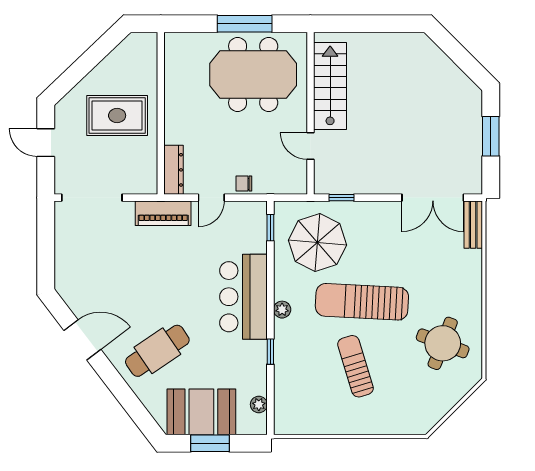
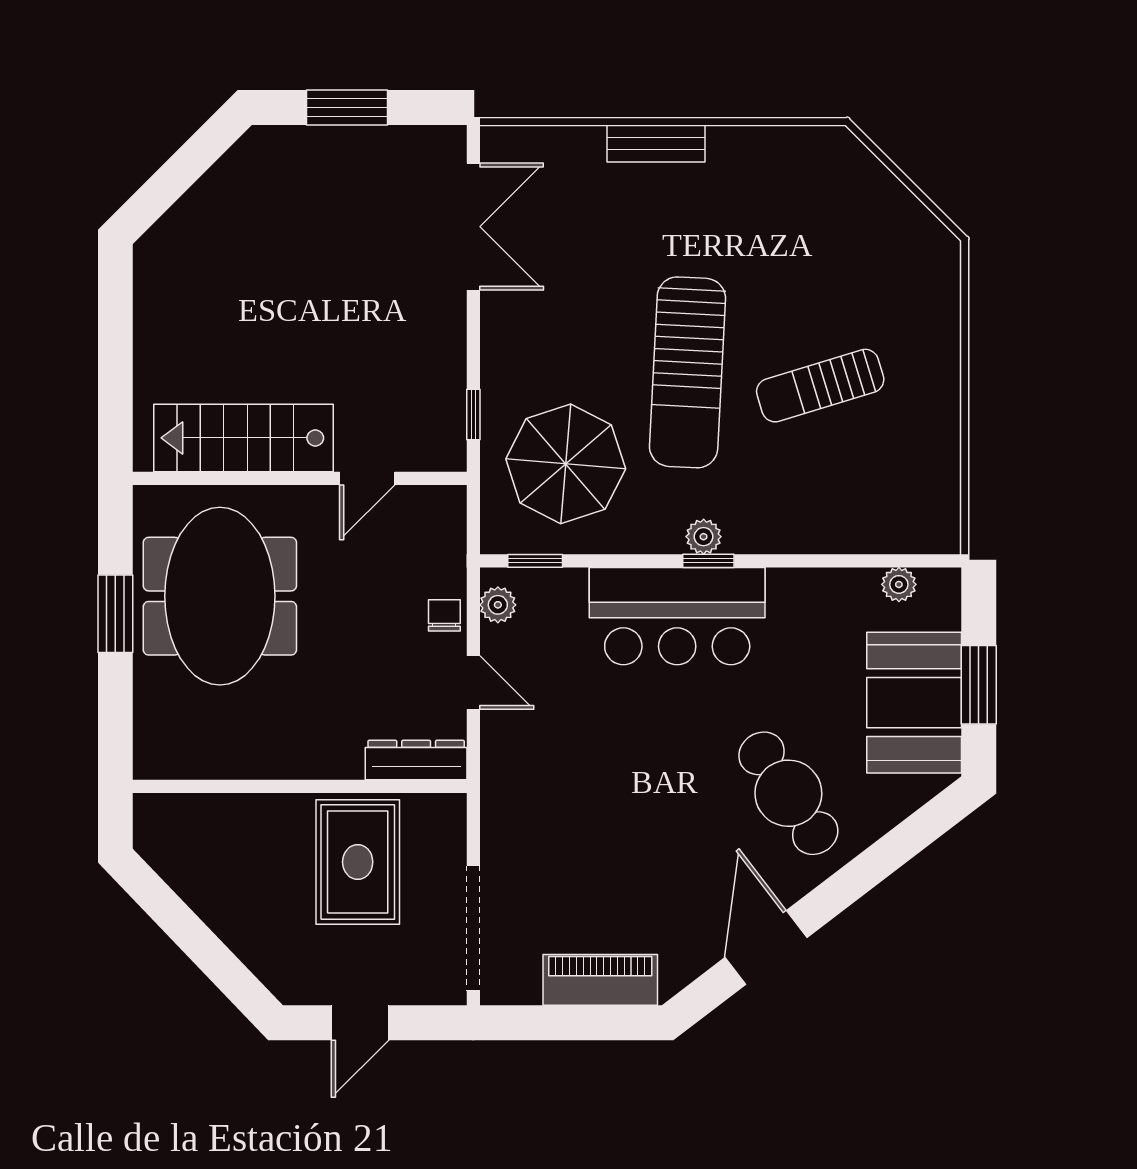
window: (245, 24) -> (115, 614), width x0.69
rug: (117, 116) -> (358, 862), moved
chair: (244, 184) -> (444, 615), turned 180
plant: (249, 210) -> (498, 605), added
piano: (163, 213) -> (600, 980), moved, turned -90
bench: (473, 225) -> (656, 143), moved
round table: (443, 343) -> (773, 206), removed
window: (270, 352) -> (708, 561), moved

